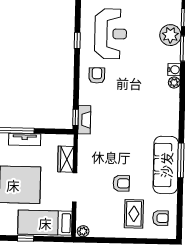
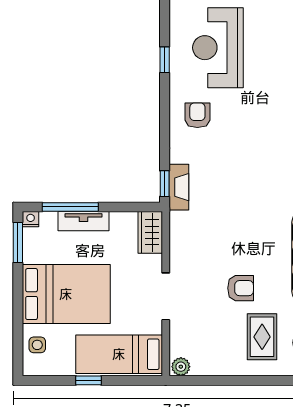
reception desk: (111, 34) -> (218, 48), turned 180
wardrobe: (66, 159) -> (150, 232), moved

